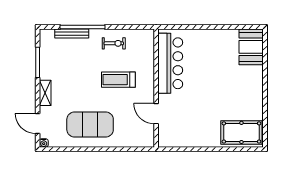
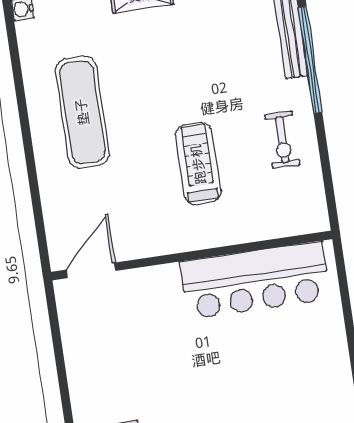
door: (156, 114) -> (91, 270), moved
exercise mat: (90, 125) -> (82, 112), width x0.68

